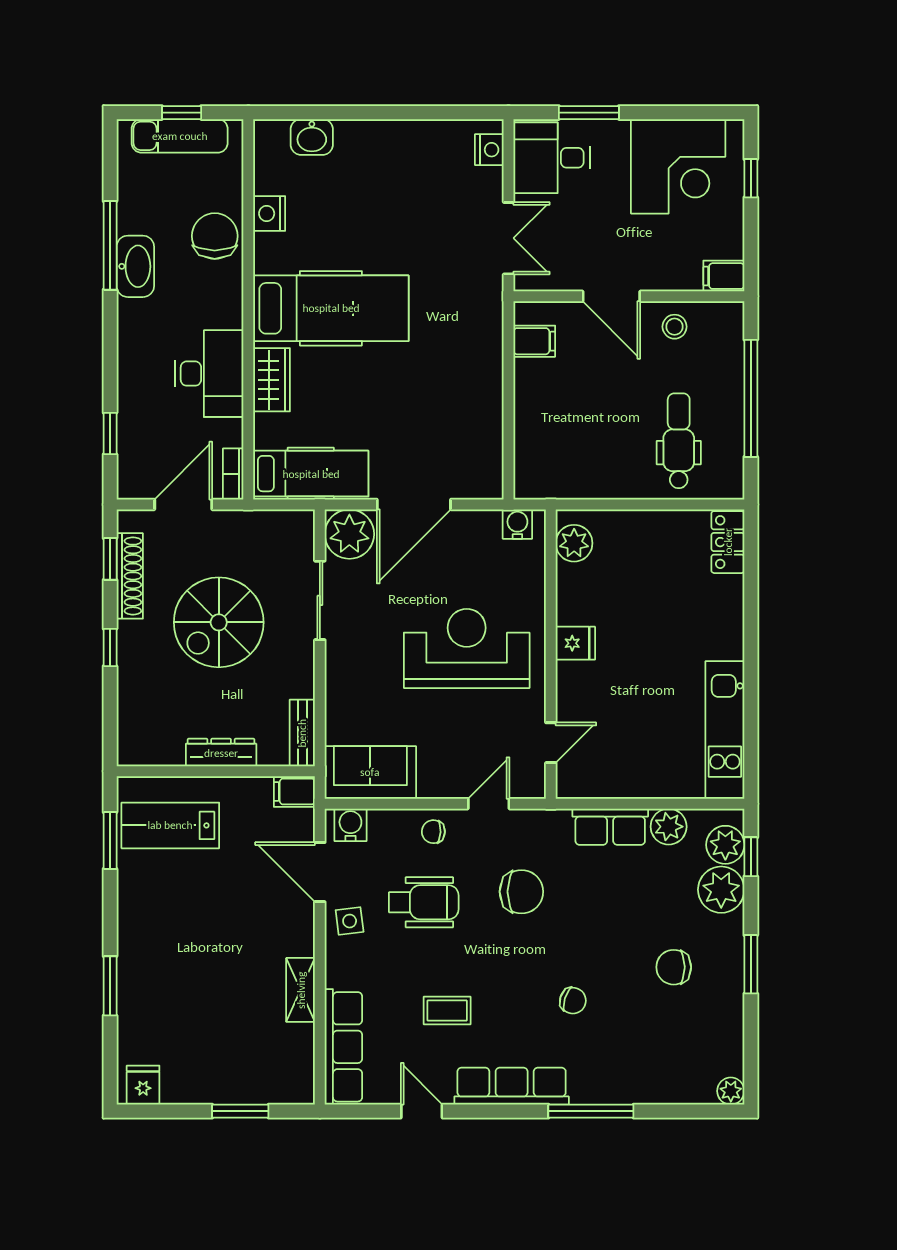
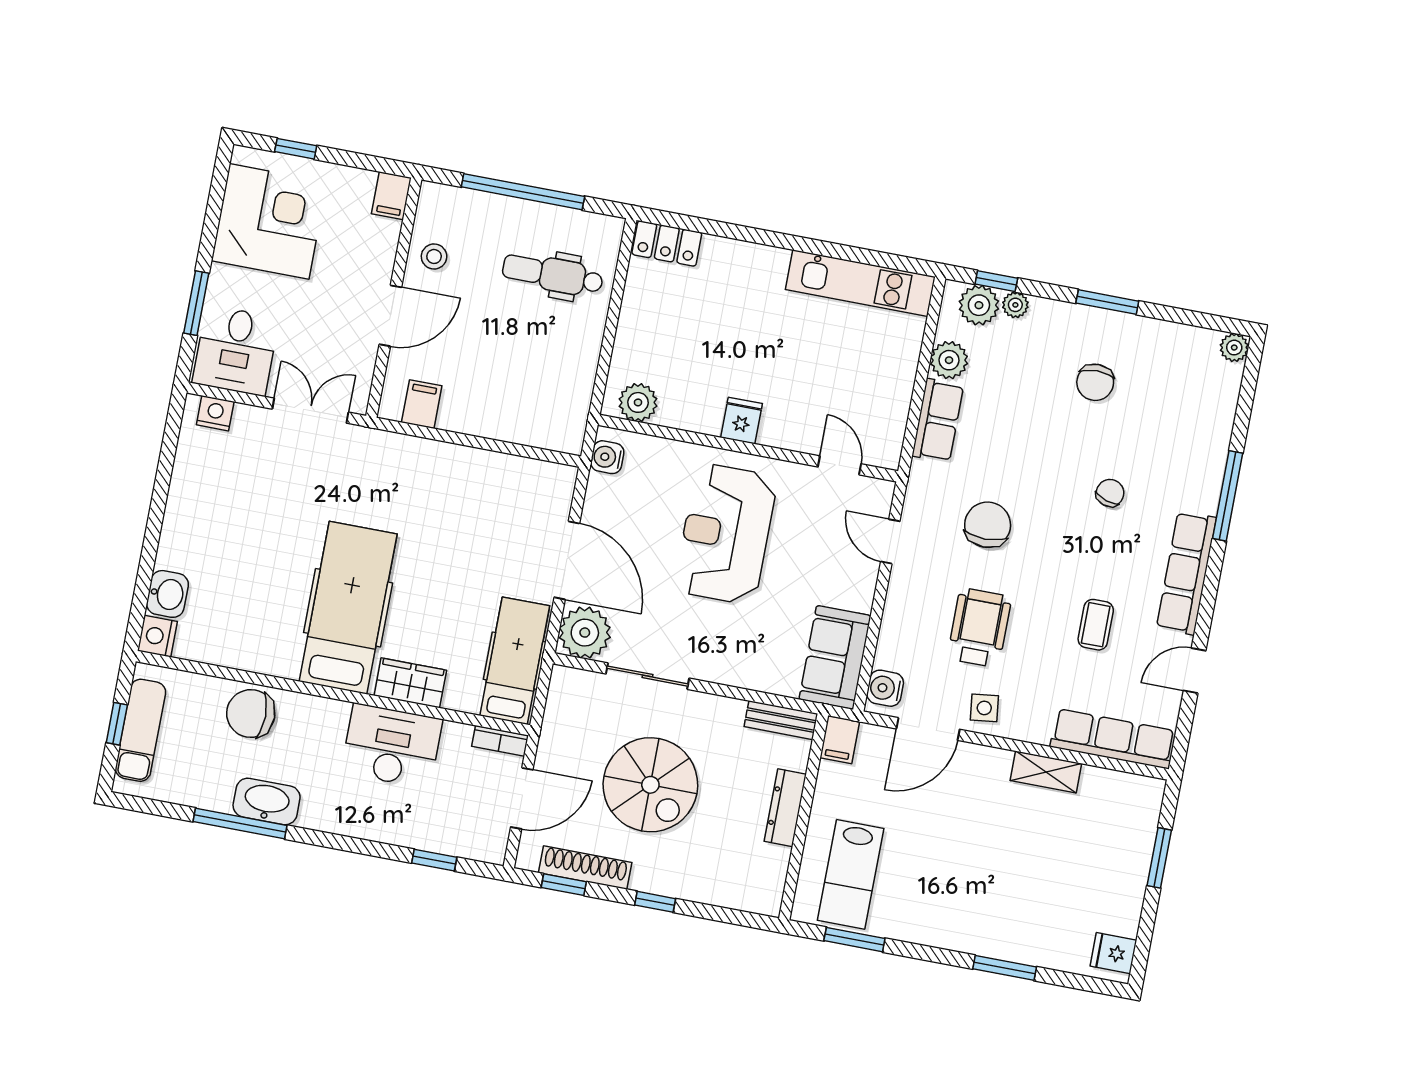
nightstand: (269, 214) -> (157, 636), moved, turned 90
door: (183, 504) -> (522, 798), swing flipped
chair: (433, 832) -> (908, 604), removed
plant: (721, 890) -> (1015, 305), width x0.53, depth x0.53

